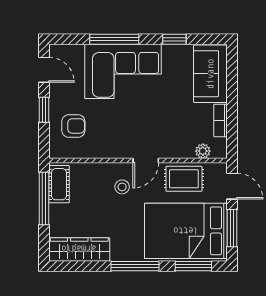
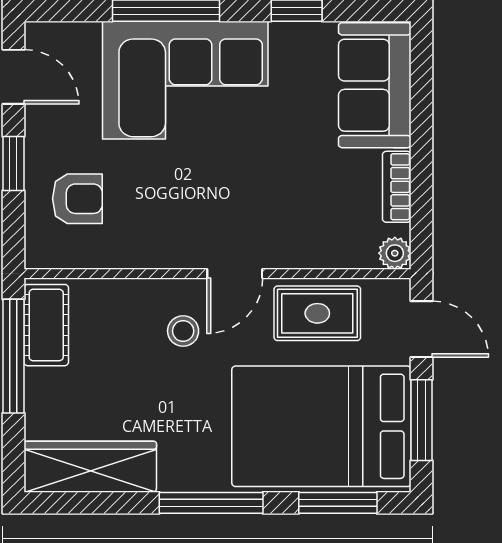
plant: (203, 151) -> (395, 253), moved

